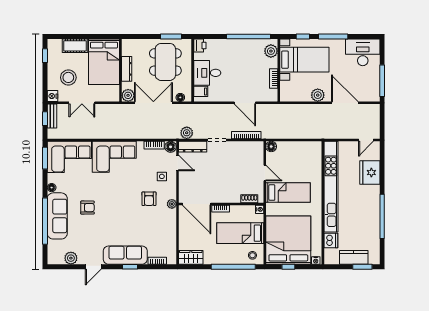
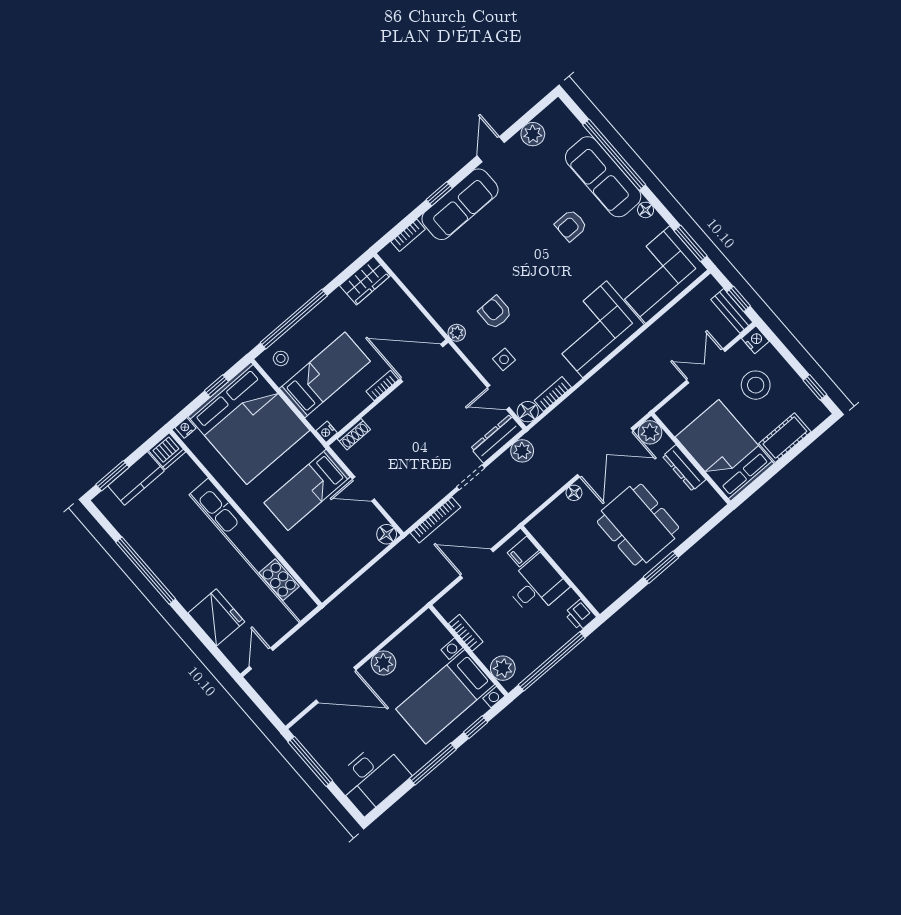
printer: (200, 45) -> (580, 615), moved
wall: (193, 70) -> (560, 571), moved
desk: (207, 73) -> (536, 586), moved
filing cabinet: (201, 91) -> (523, 552), moved
dishwasher: (331, 240) -> (167, 451), moved, turned -90

